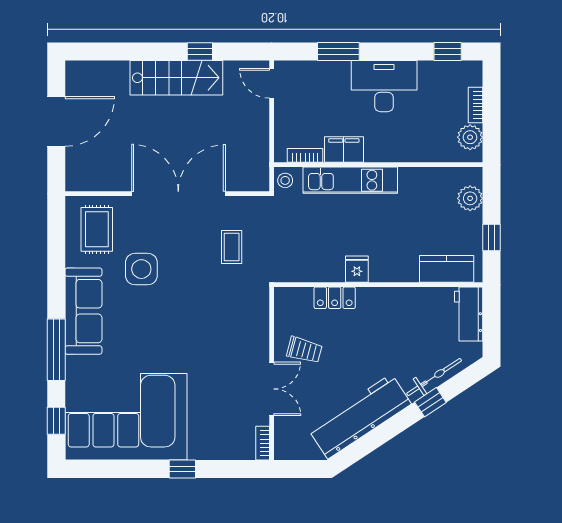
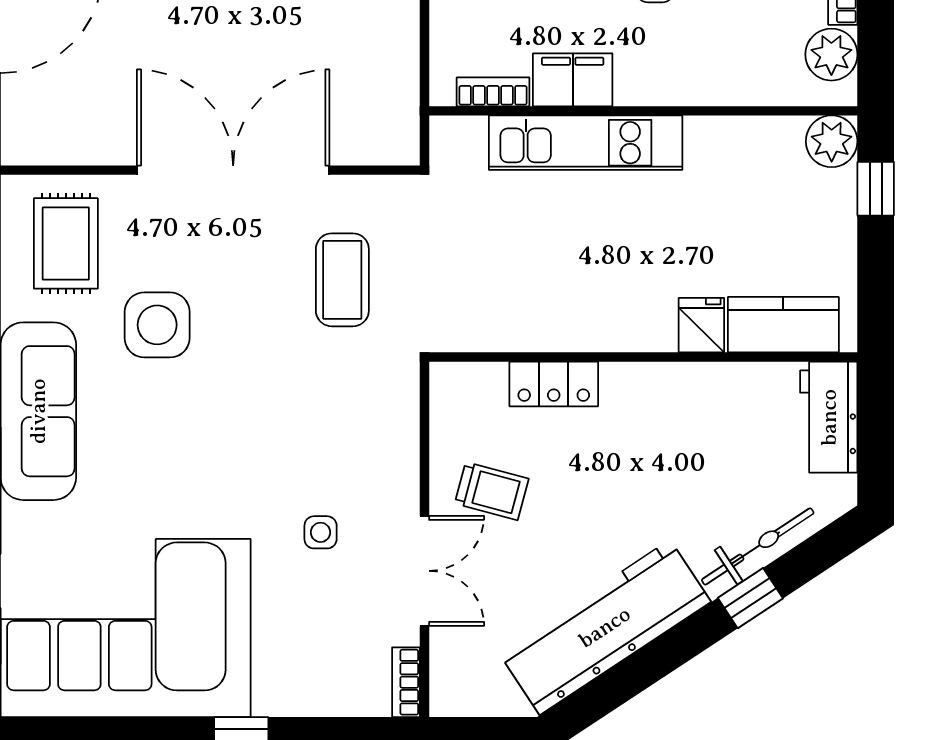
stool: (285, 180) -> (452, 143), removed
plant: (470, 198) -> (832, 141), moved
window: (492, 237) -> (876, 189), moved
coffee table: (232, 247) -> (342, 280), width x1.36, depth x1.30
fridge: (357, 269) -> (701, 325), moved
side table: (221, 370) -> (321, 532), added

